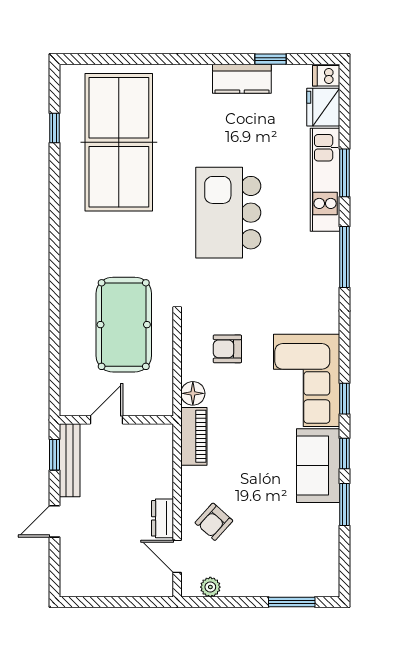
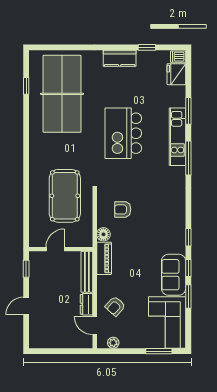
kitchen counter: (242, 79) -> (120, 58), moved
kitchen unit: (325, 180) -> (177, 137), moved
corner sofa: (307, 380) -> (167, 322), moved
bench: (70, 460) -> (87, 272), moved

